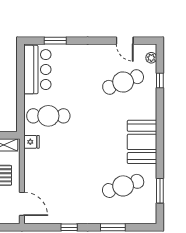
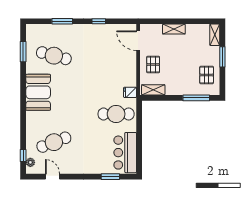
window: (160, 81) -> (23, 155), moved
cafe table: (123, 186) -> (54, 56), turned 33

